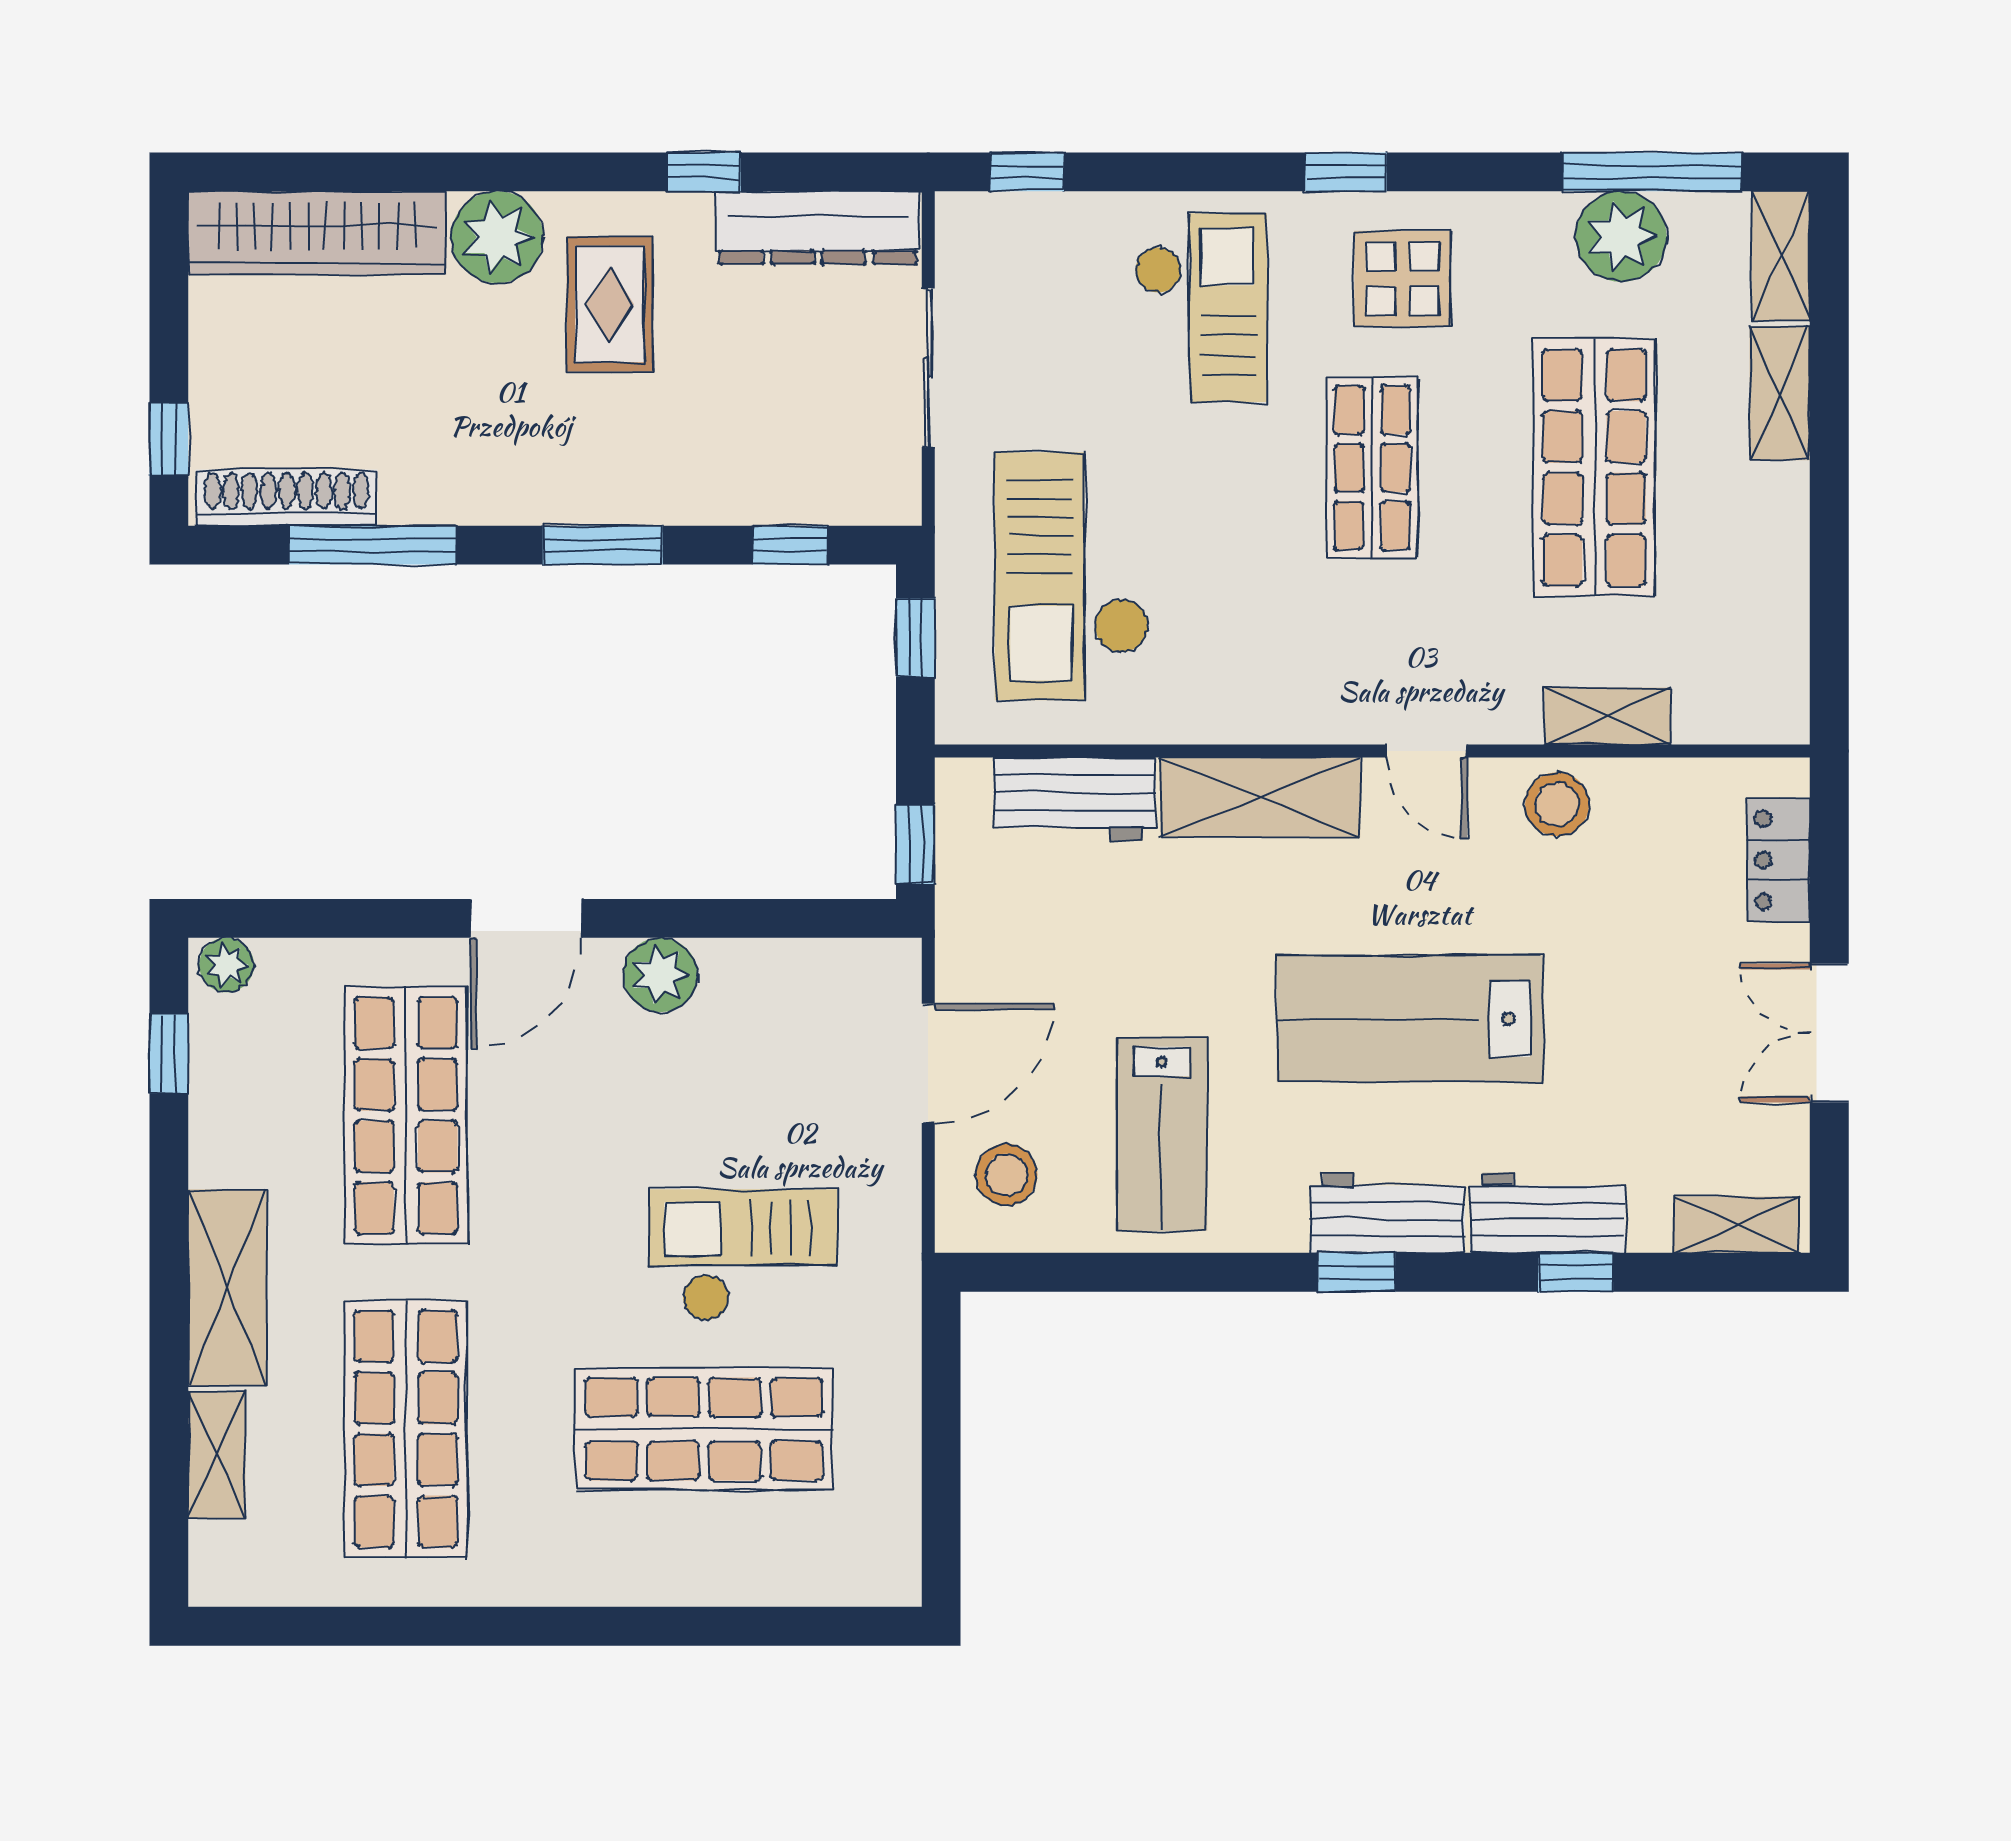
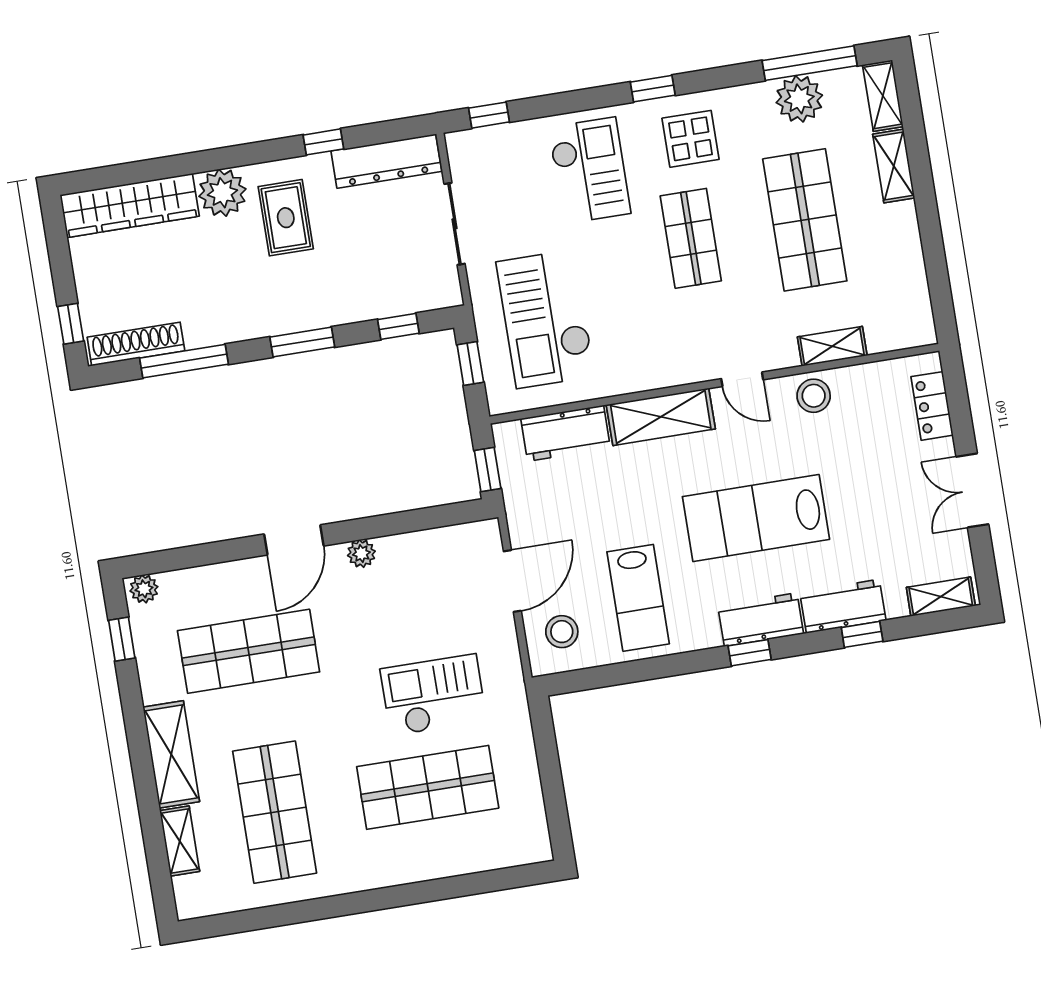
plant: (660, 975) -> (361, 553), width x0.73, depth x0.73
shop shelf: (406, 1116) -> (249, 651), turned 90

